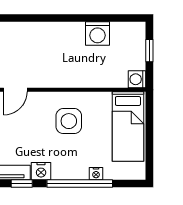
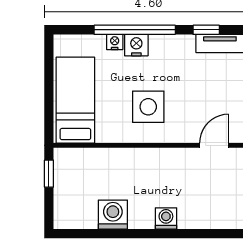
window: (149, 51) -> (49, 174), moved
washing machine: (137, 79) -> (166, 218), moved, turned -90
nightstand: (41, 171) -> (136, 45), moved

